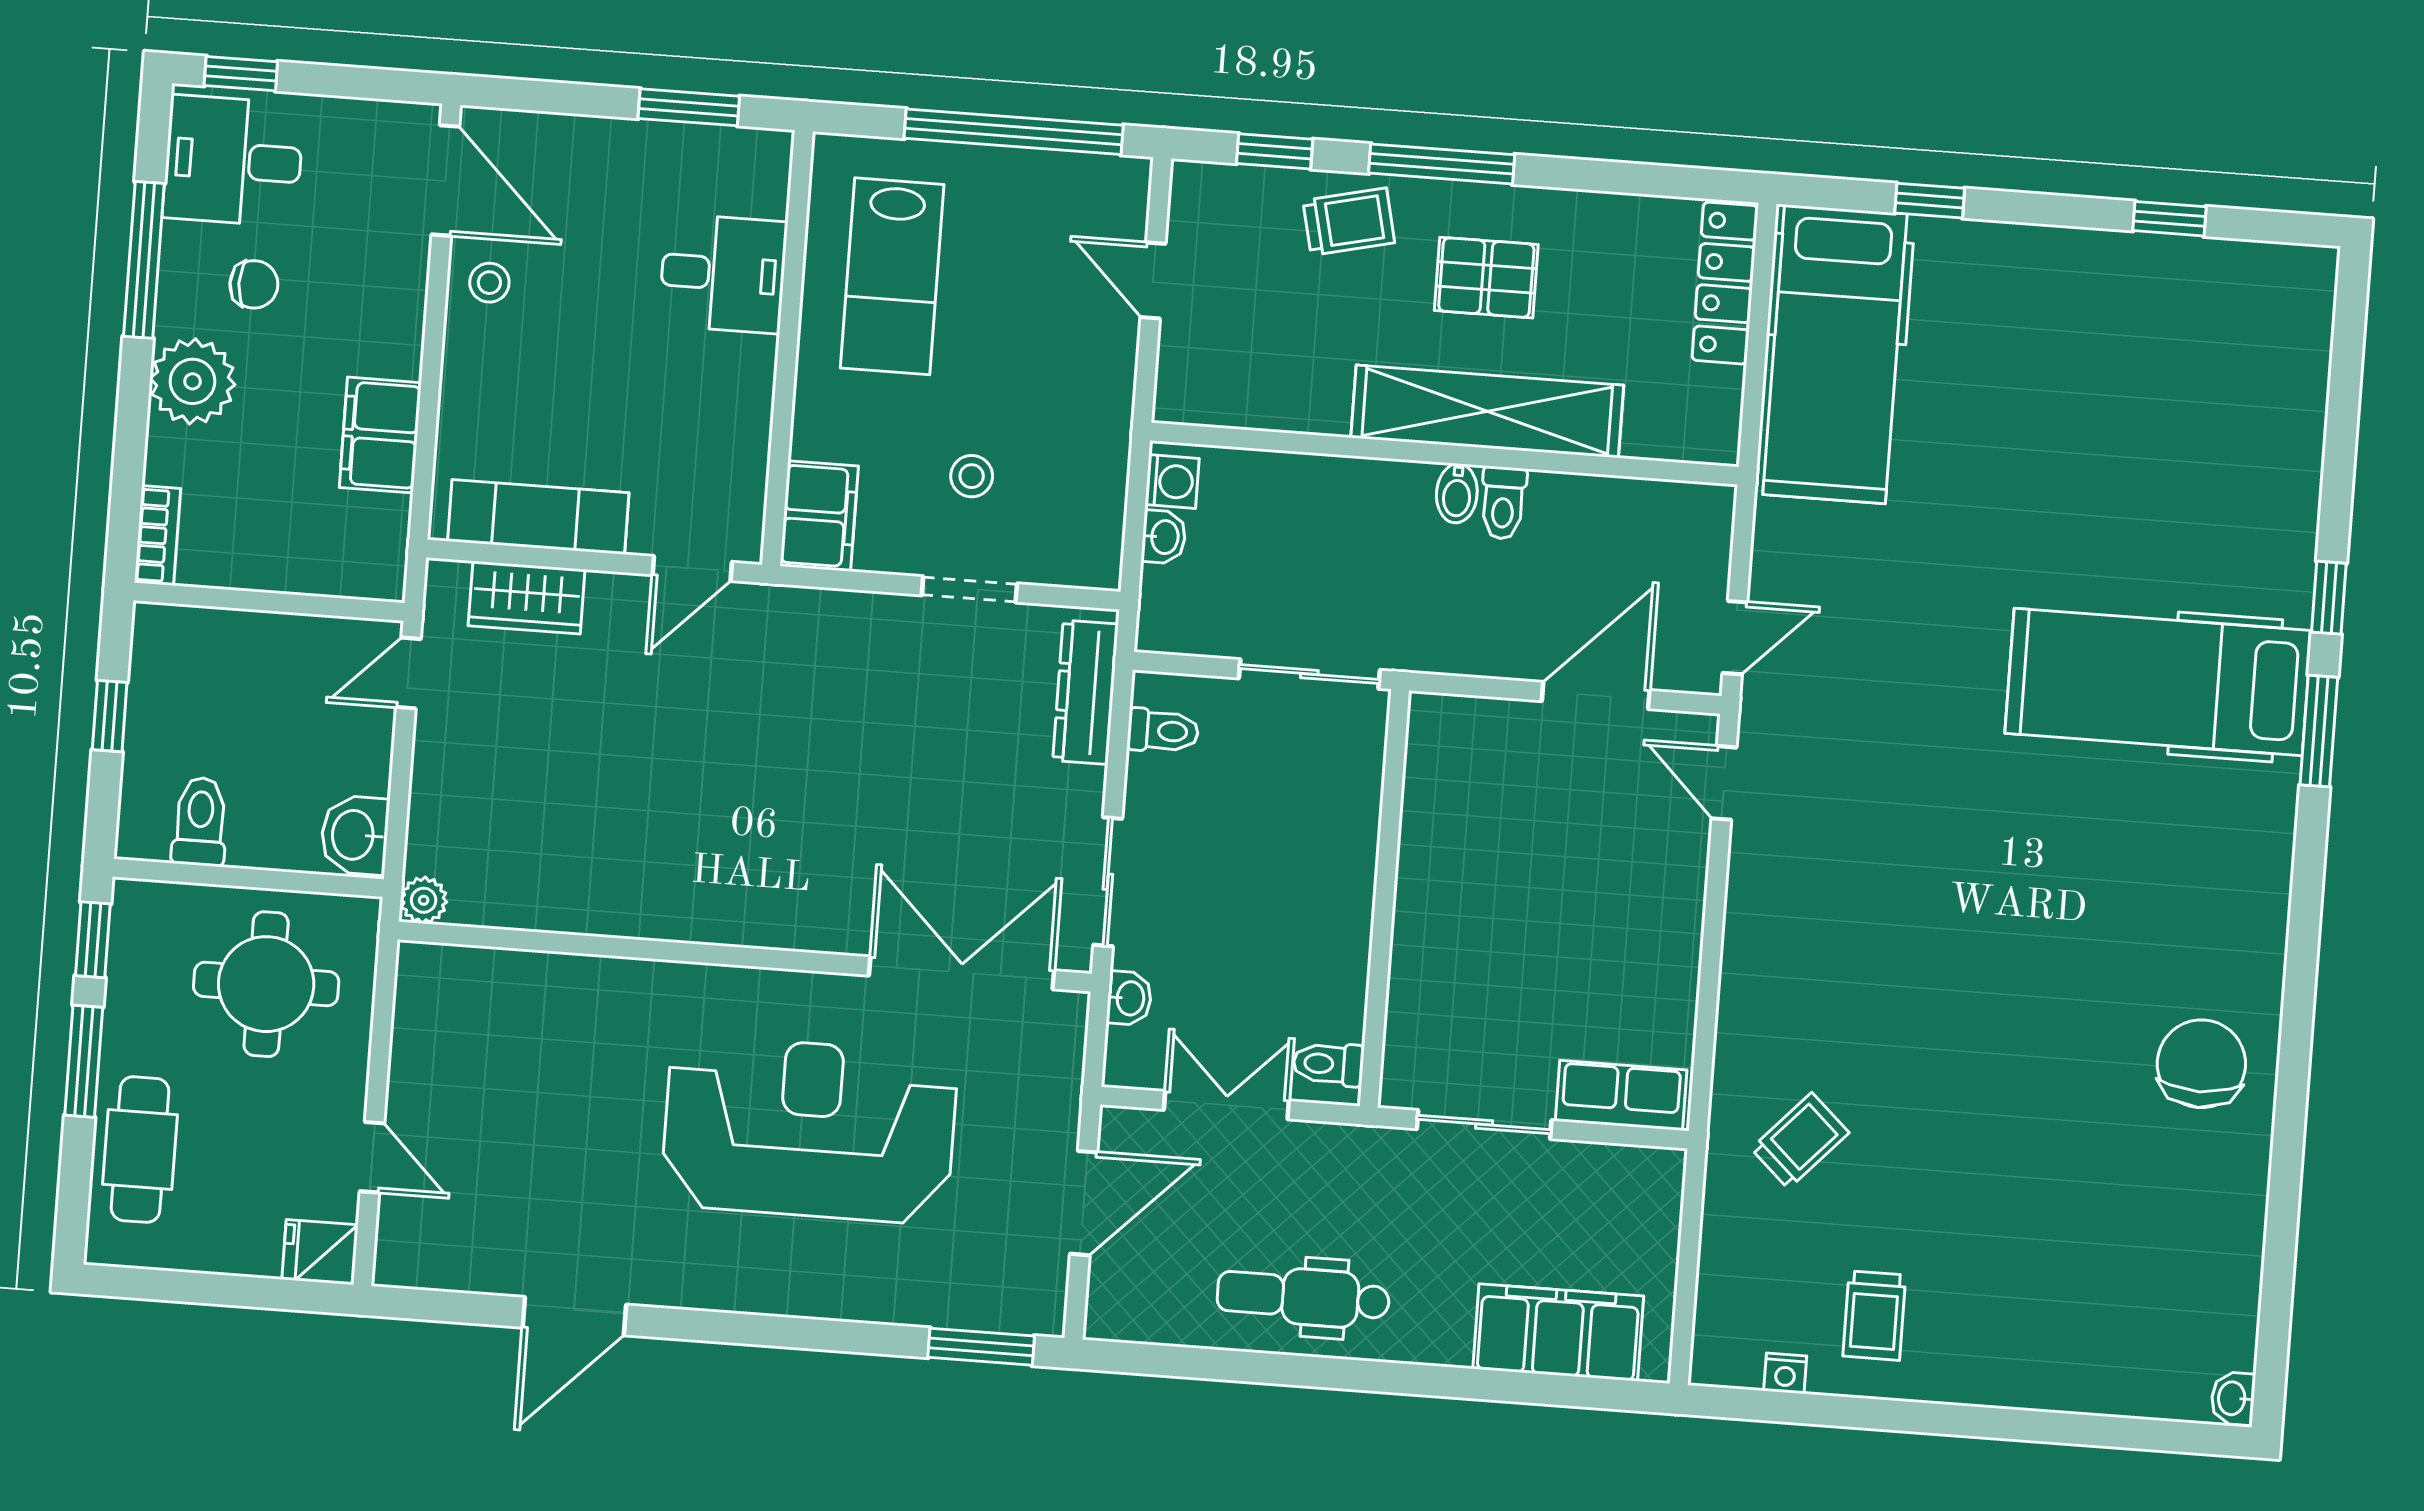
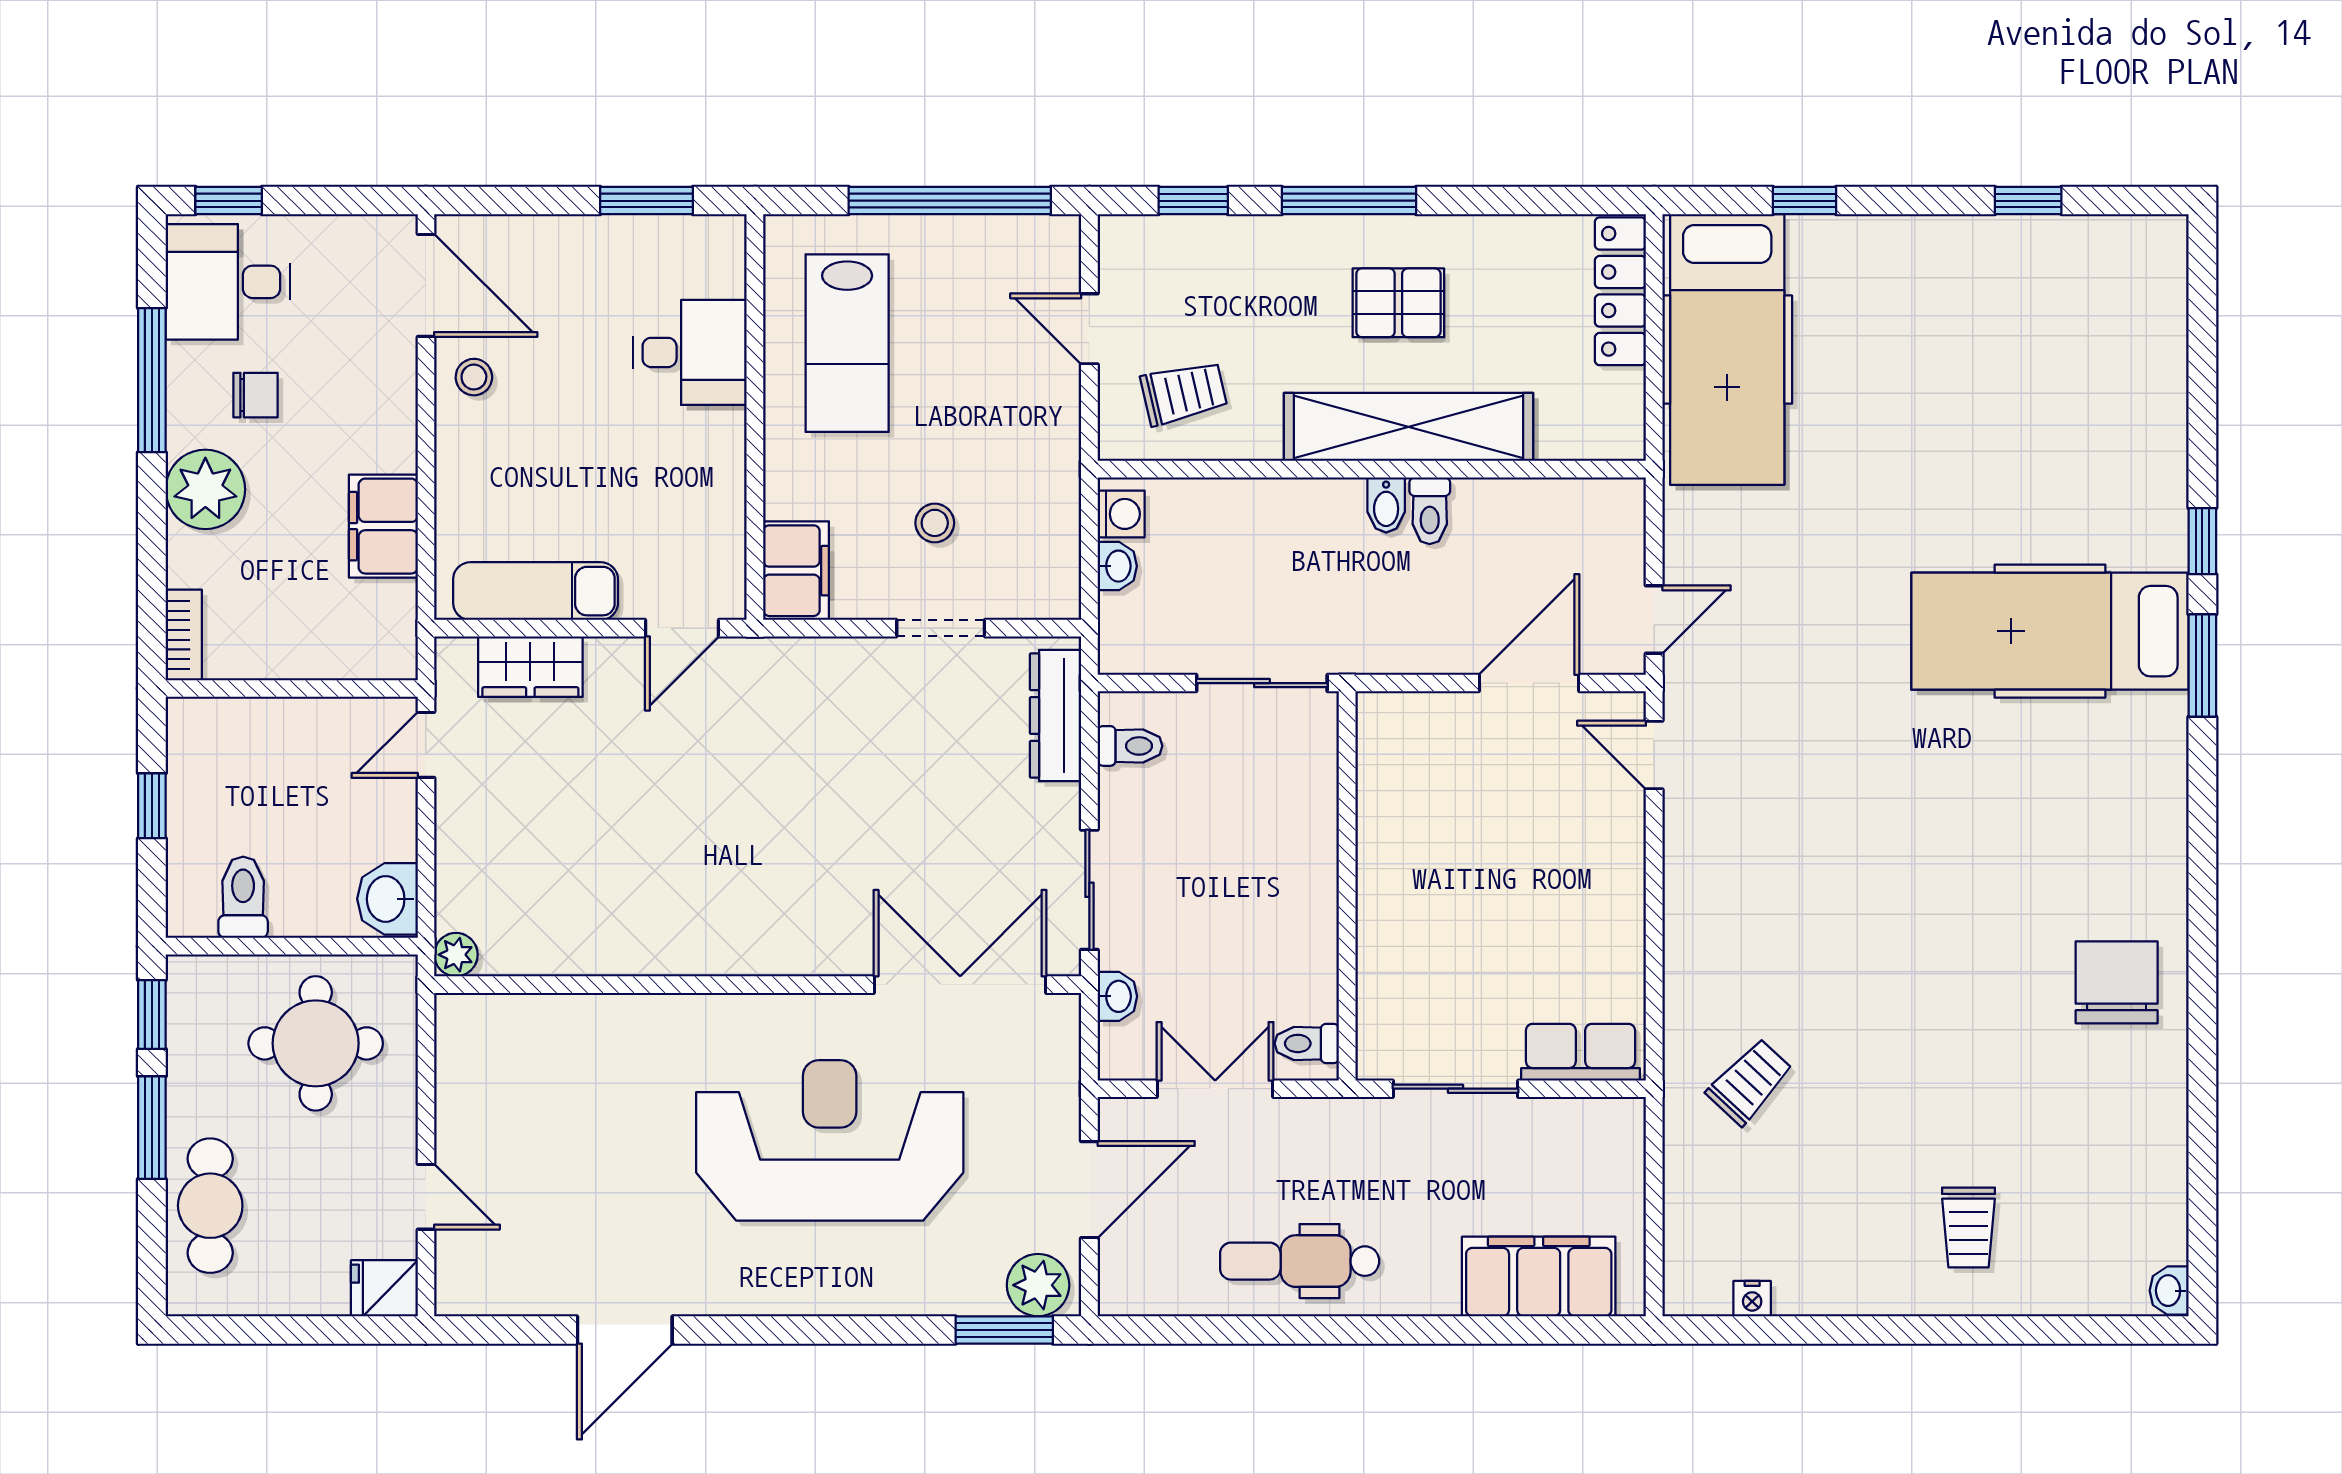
trolley: (1349, 222) -> (1184, 393), moved
plant: (1021, 1301) -> (1038, 1285), added
trolley: (1874, 1316) -> (1969, 1227), moved

